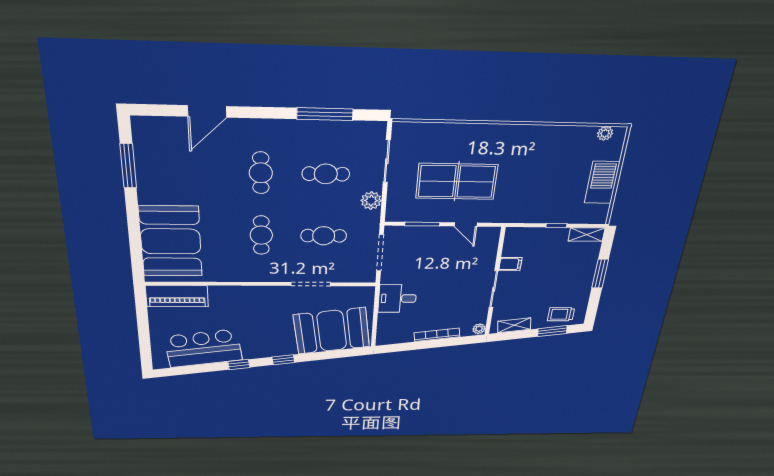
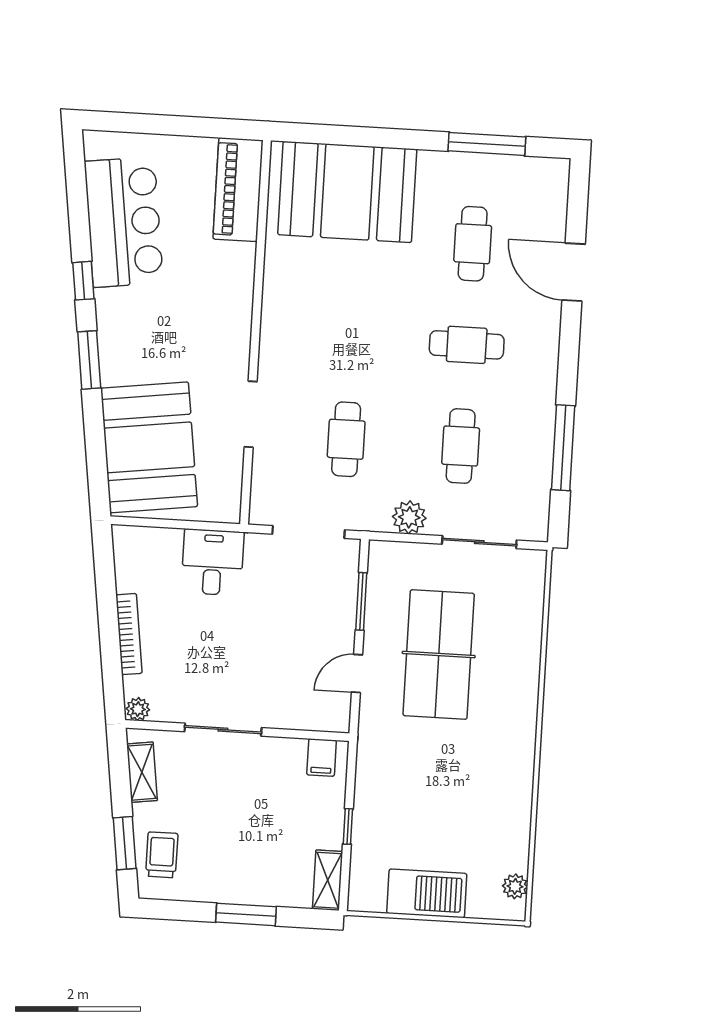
cafe table: (261, 235) -> (473, 244), moved, turned 90
filing cabinet: (510, 264) -> (322, 758), moved
window: (283, 360) -> (89, 360), width x1.50

